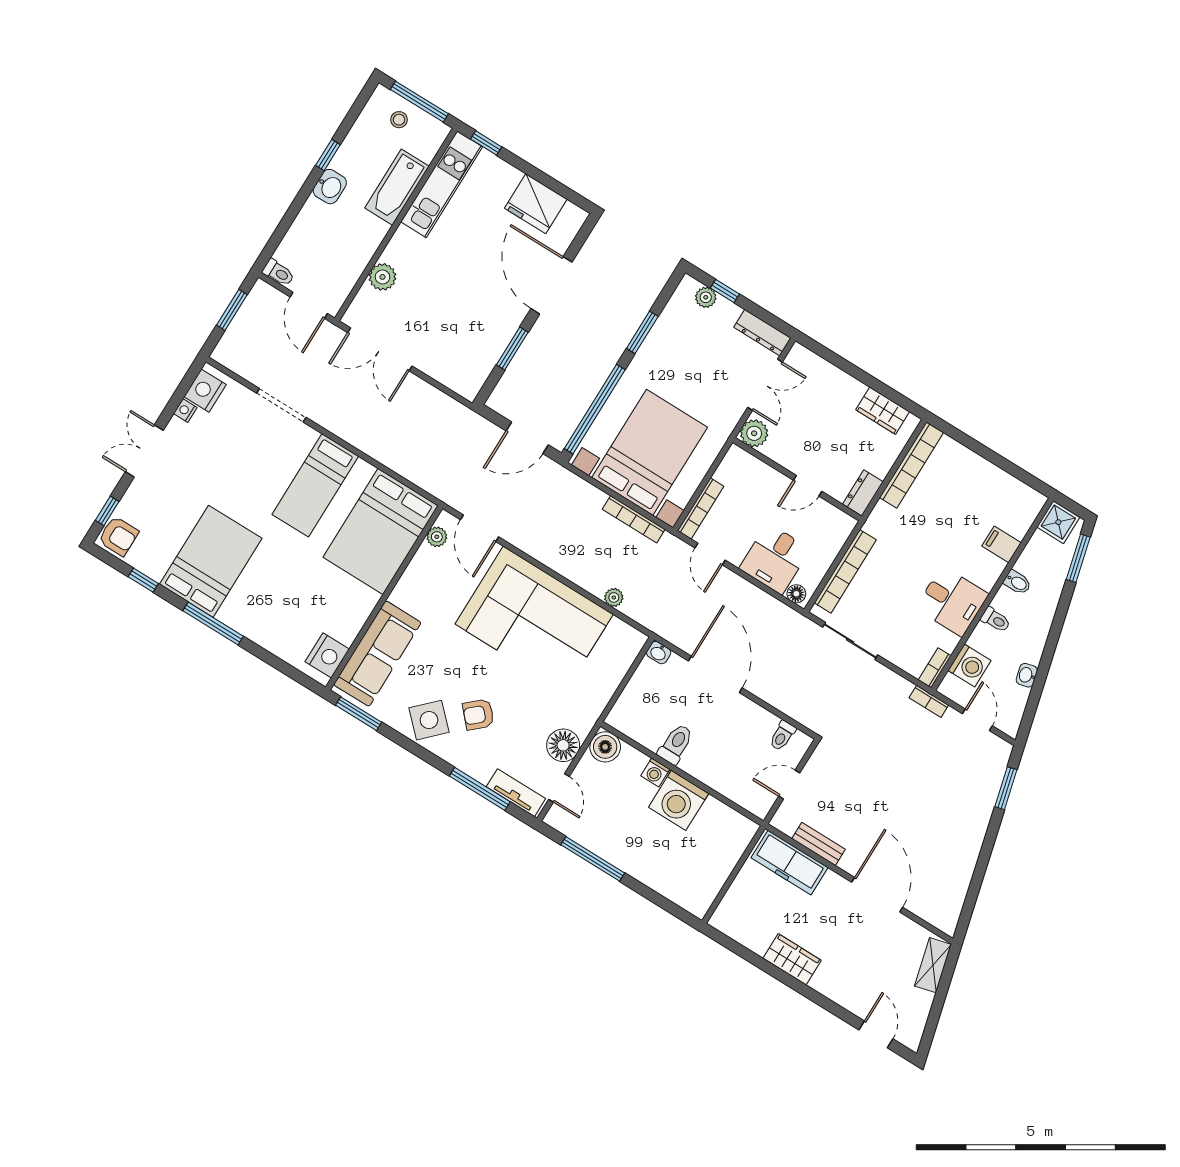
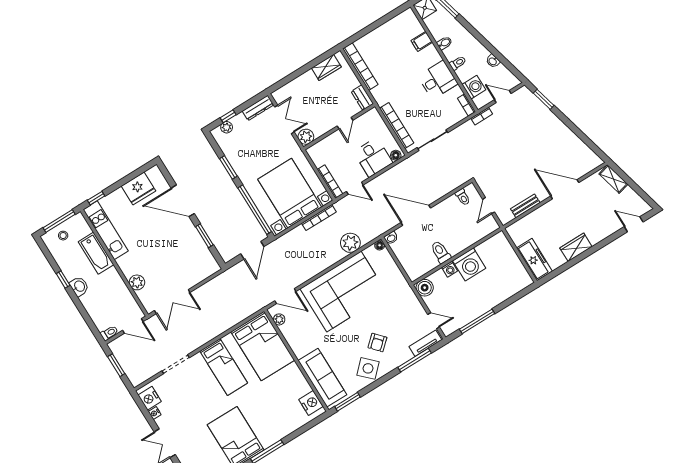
plant: (614, 597) -> (350, 243), width x1.88, depth x1.88
floor lamp: (563, 745) -> (380, 245), moved, width x0.53, depth x0.53
freezer: (789, 863) -> (534, 260), moved, turned -90

